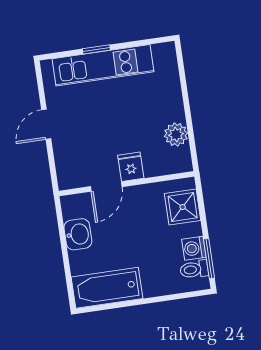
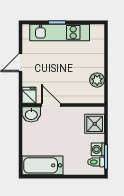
fridge: (131, 167) -> (29, 95), moved
door: (106, 187) -> (51, 105), swing flipped
washbasin: (78, 234) -> (31, 114), moved, turned 90

